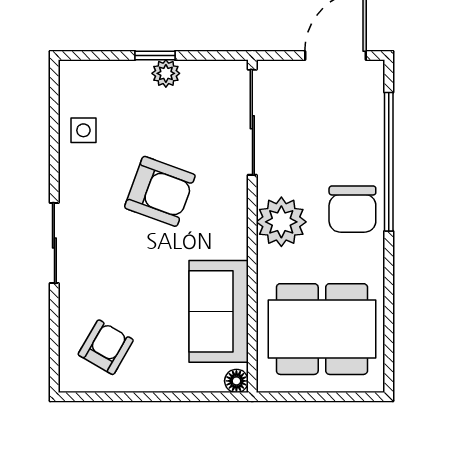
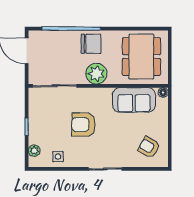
plant: (166, 73) -> (34, 151), moved
armchair: (160, 191) -> (84, 125), turned -110

